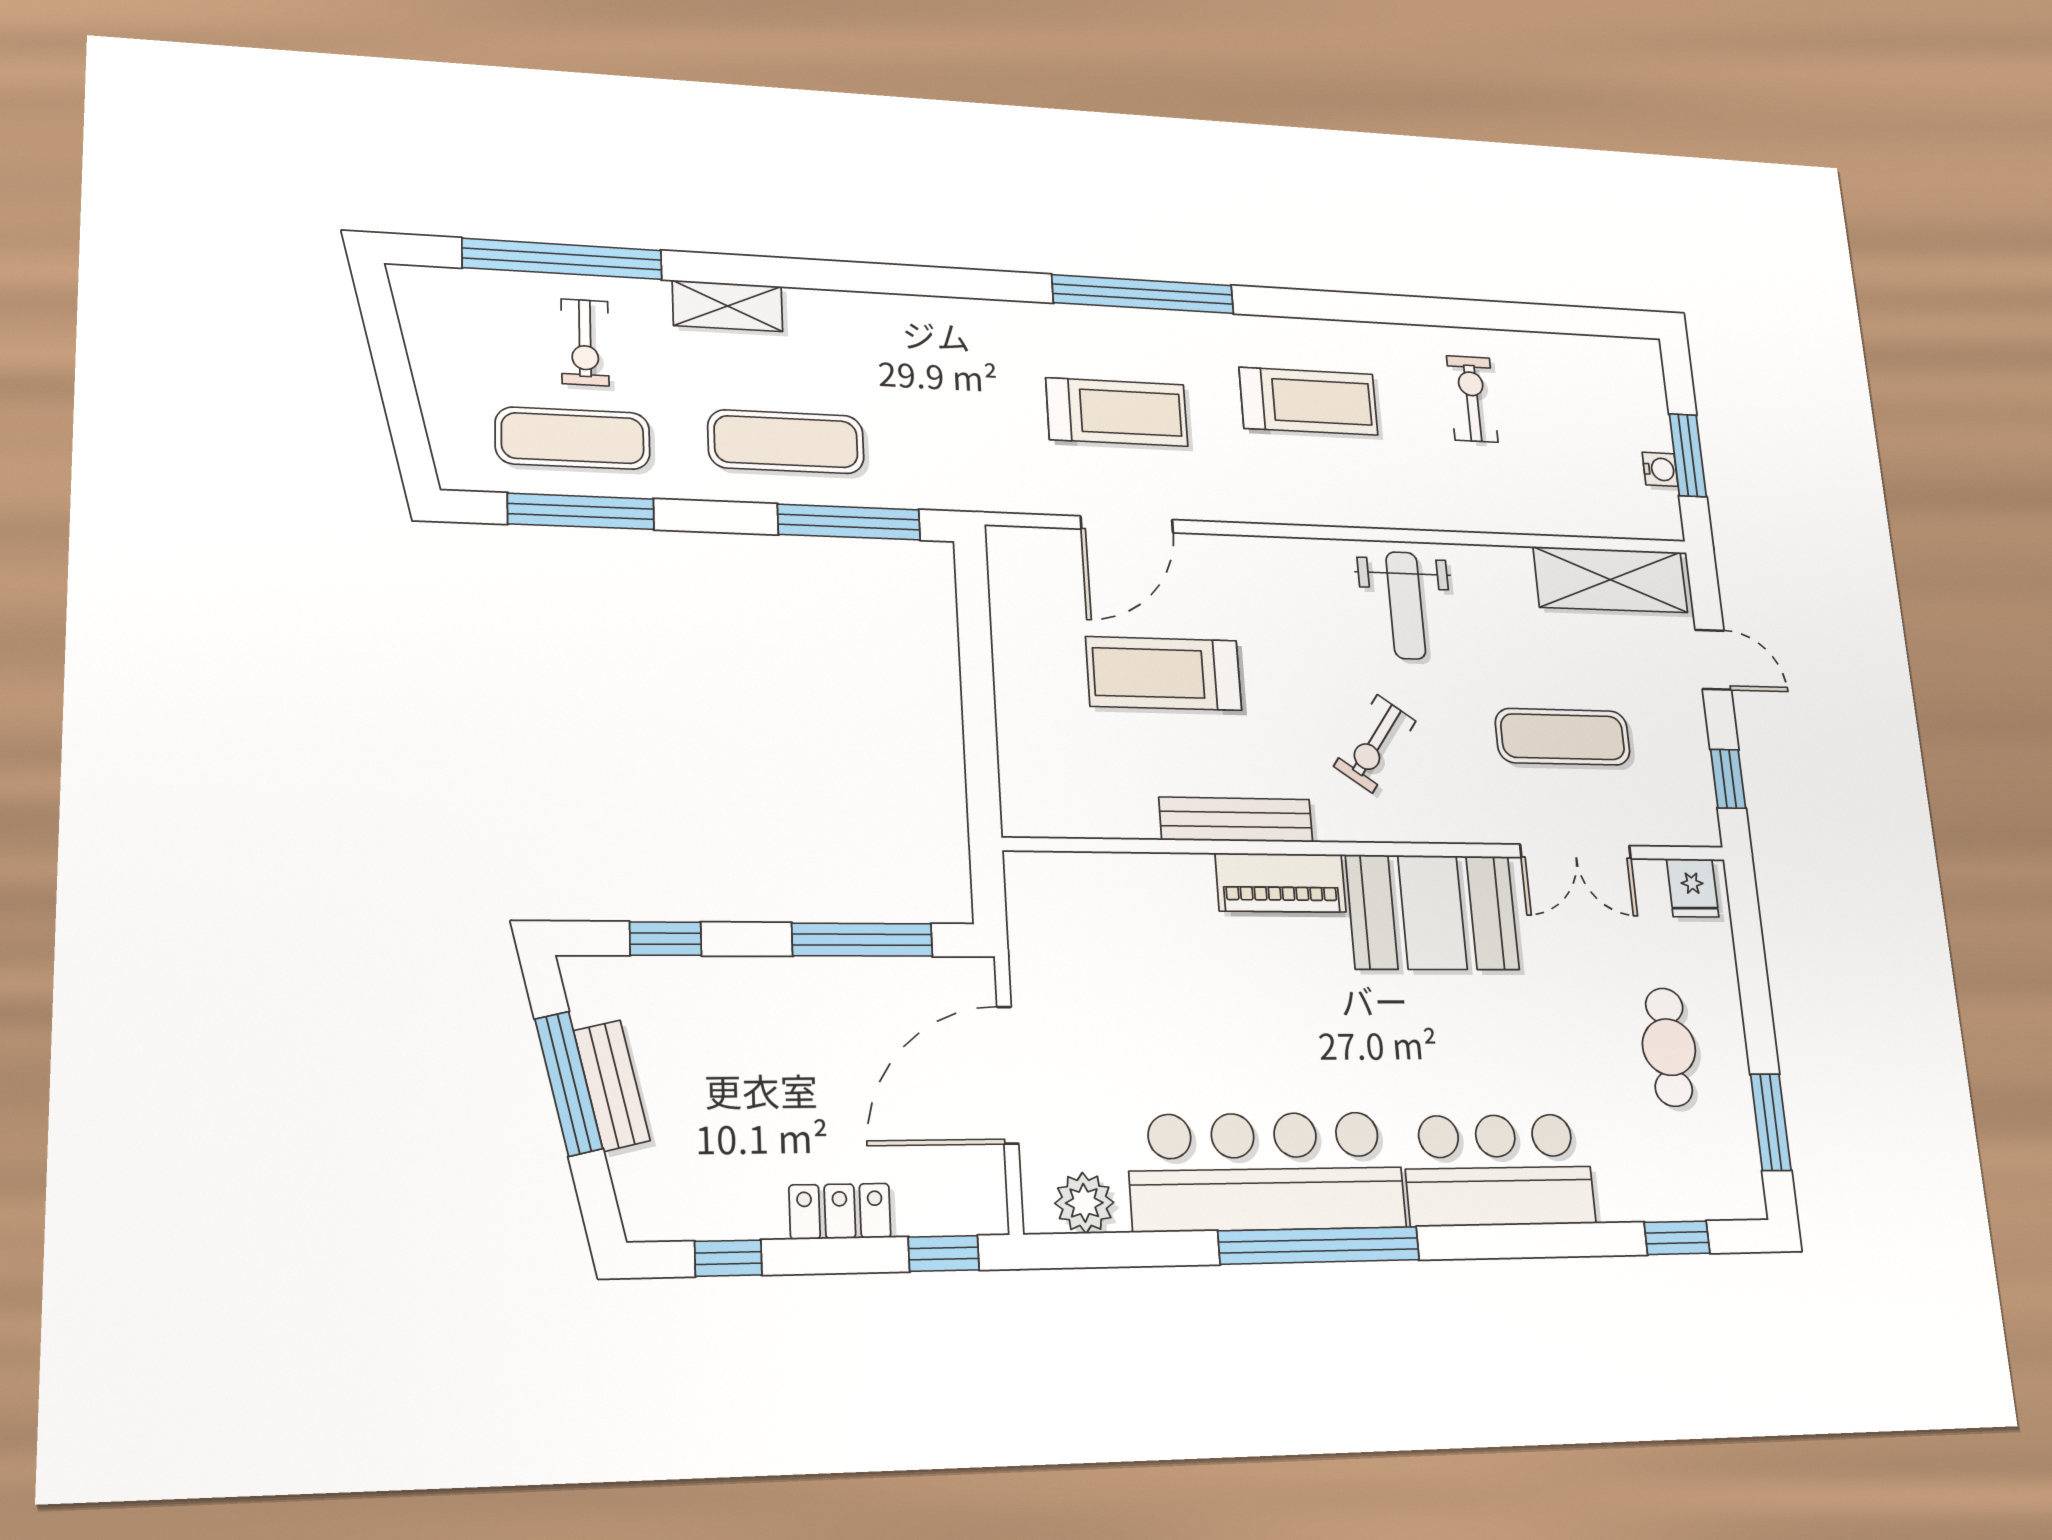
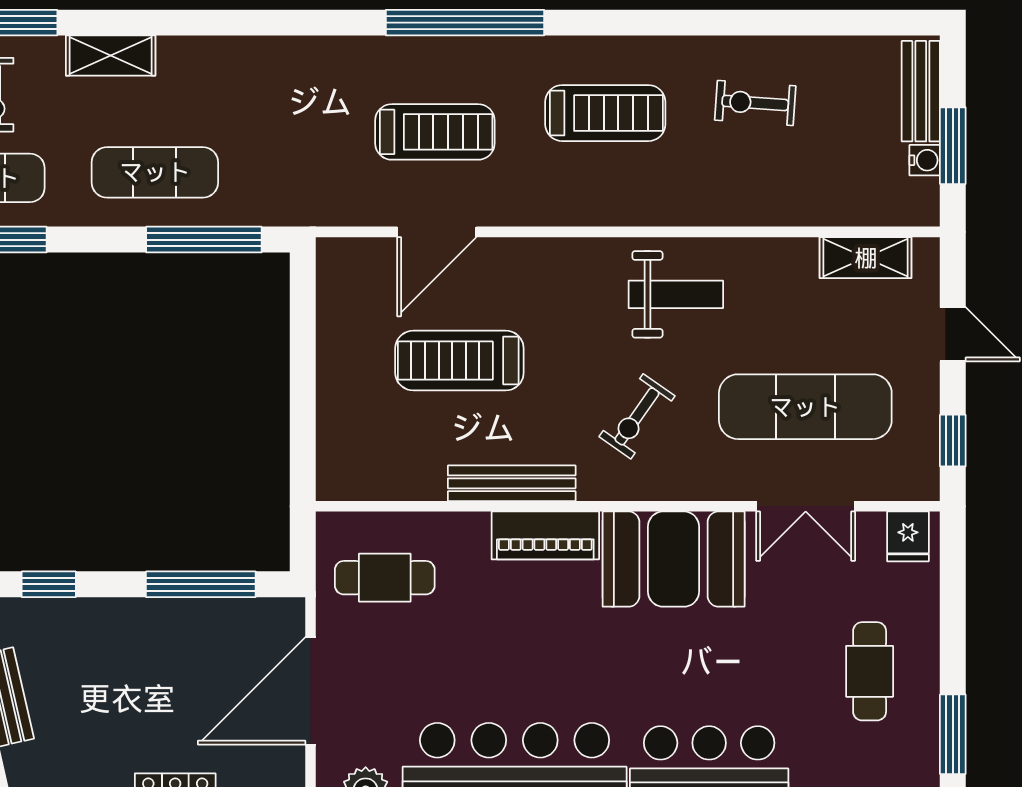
bench: (1647, 396) -> (921, 91), added
exercise bike: (1472, 399) -> (755, 103), turned -86
shelving: (1610, 580) -> (866, 258), width x0.67, depth x0.75
weight bench: (1406, 605) -> (676, 294), turned -90
exercise mat: (1563, 737) -> (805, 407), width x1.36, depth x1.45
cafe table: (1092, 933) -> (385, 578), added

